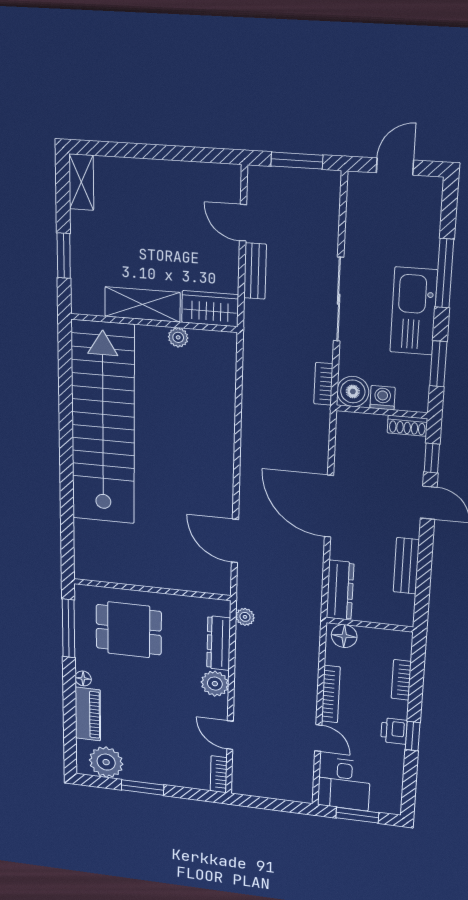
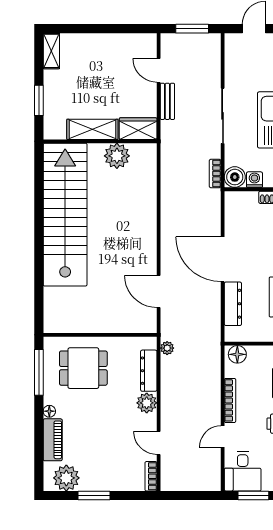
plant: (178, 337) -> (117, 156), width x1.88, depth x1.88
dresser: (340, 590) -> (233, 304), moved
door: (318, 738) -> (223, 437), swing flipped

